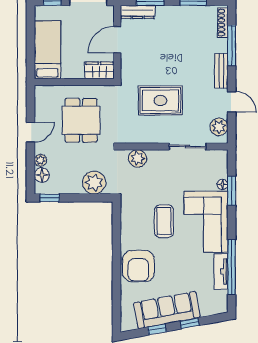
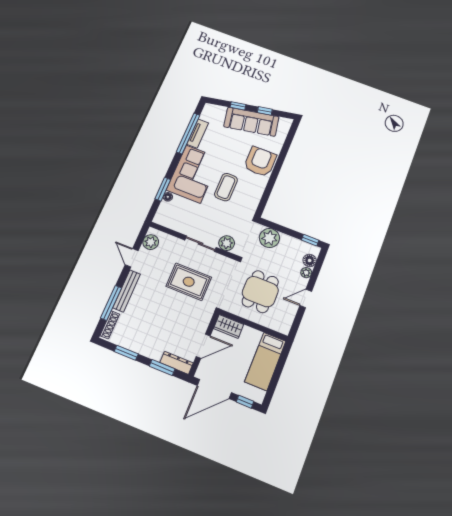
bench: (221, 71) -> (127, 291), width x1.36
sliding door: (187, 146) -> (201, 244), moved

